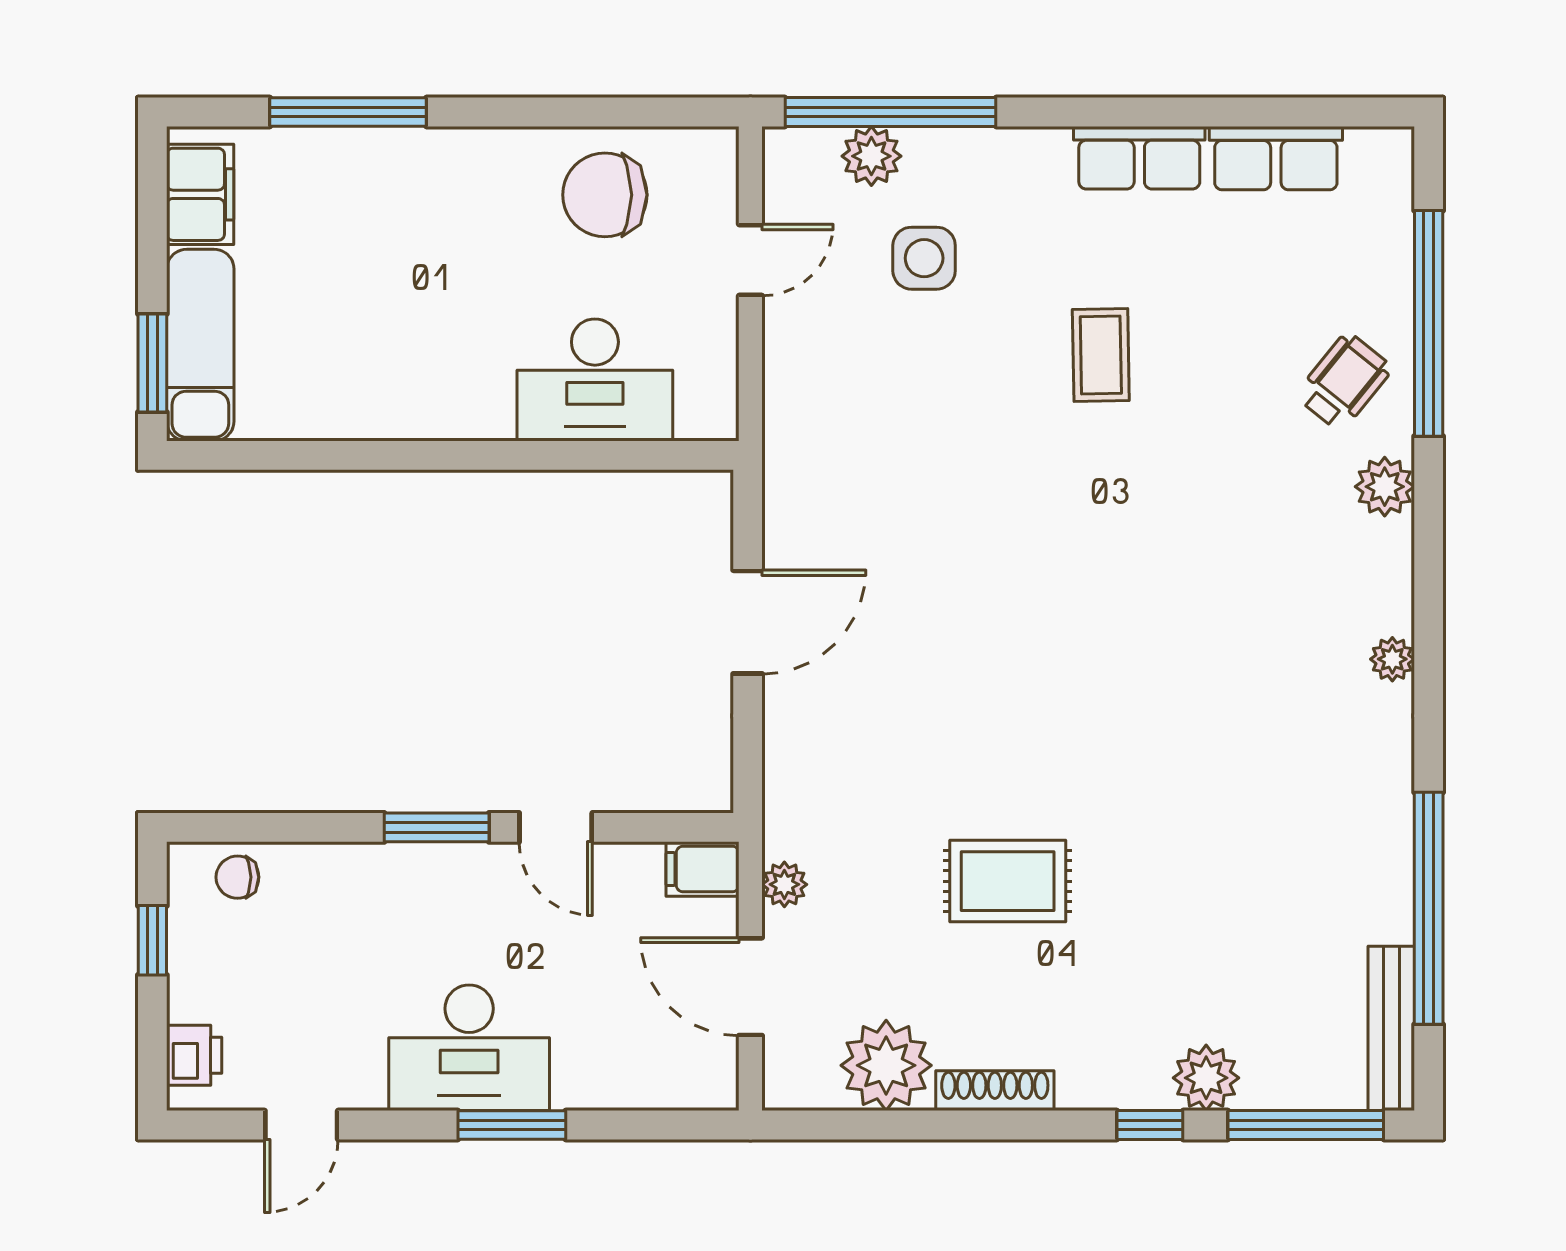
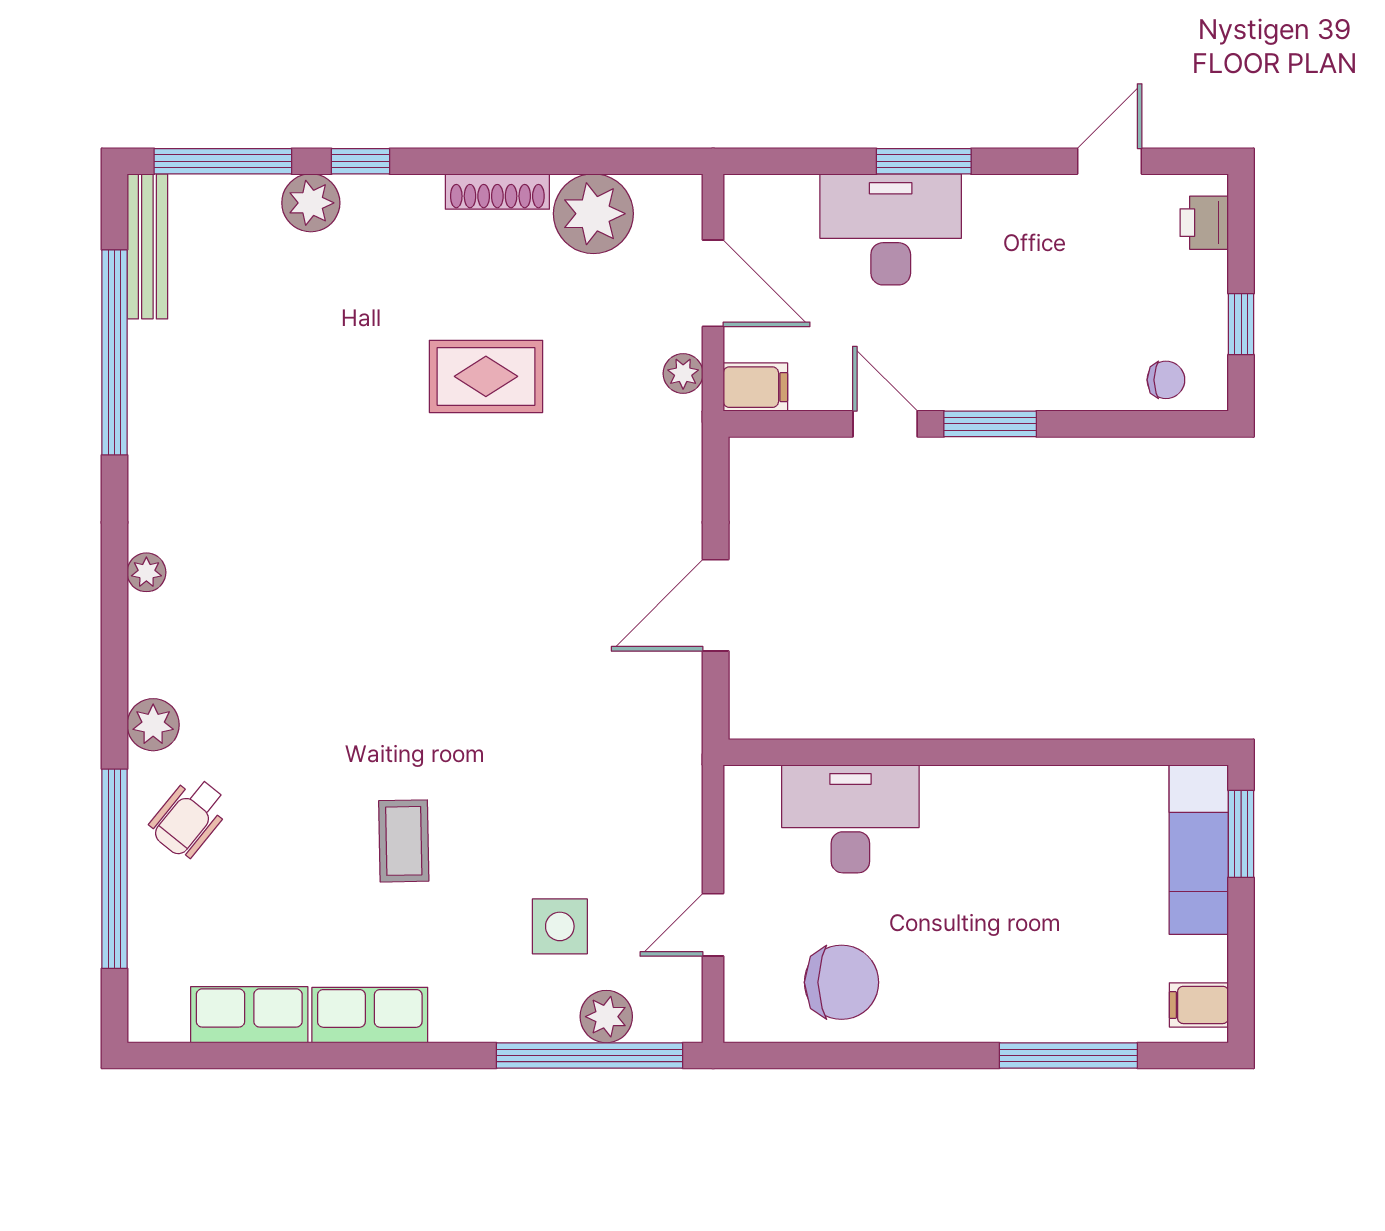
filing cabinet: (200, 194) -> (1199, 1005), width x0.50
desk: (469, 1048) -> (891, 229), moved

